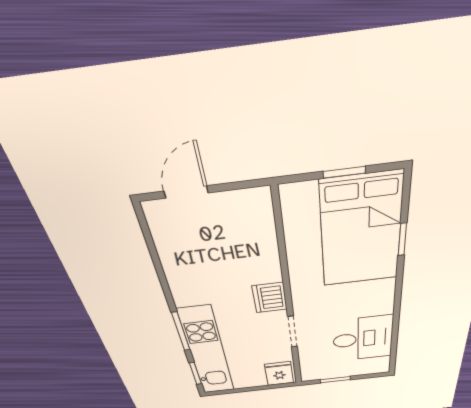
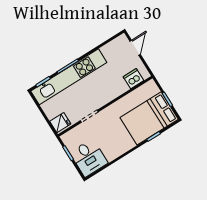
door: (186, 192) -> (135, 48), hinge flipped
dishwasher: (270, 298) -> (134, 79), moved
desk: (363, 339) -> (89, 158), moved
kitchen unit: (207, 352) -> (69, 77), width x1.36

